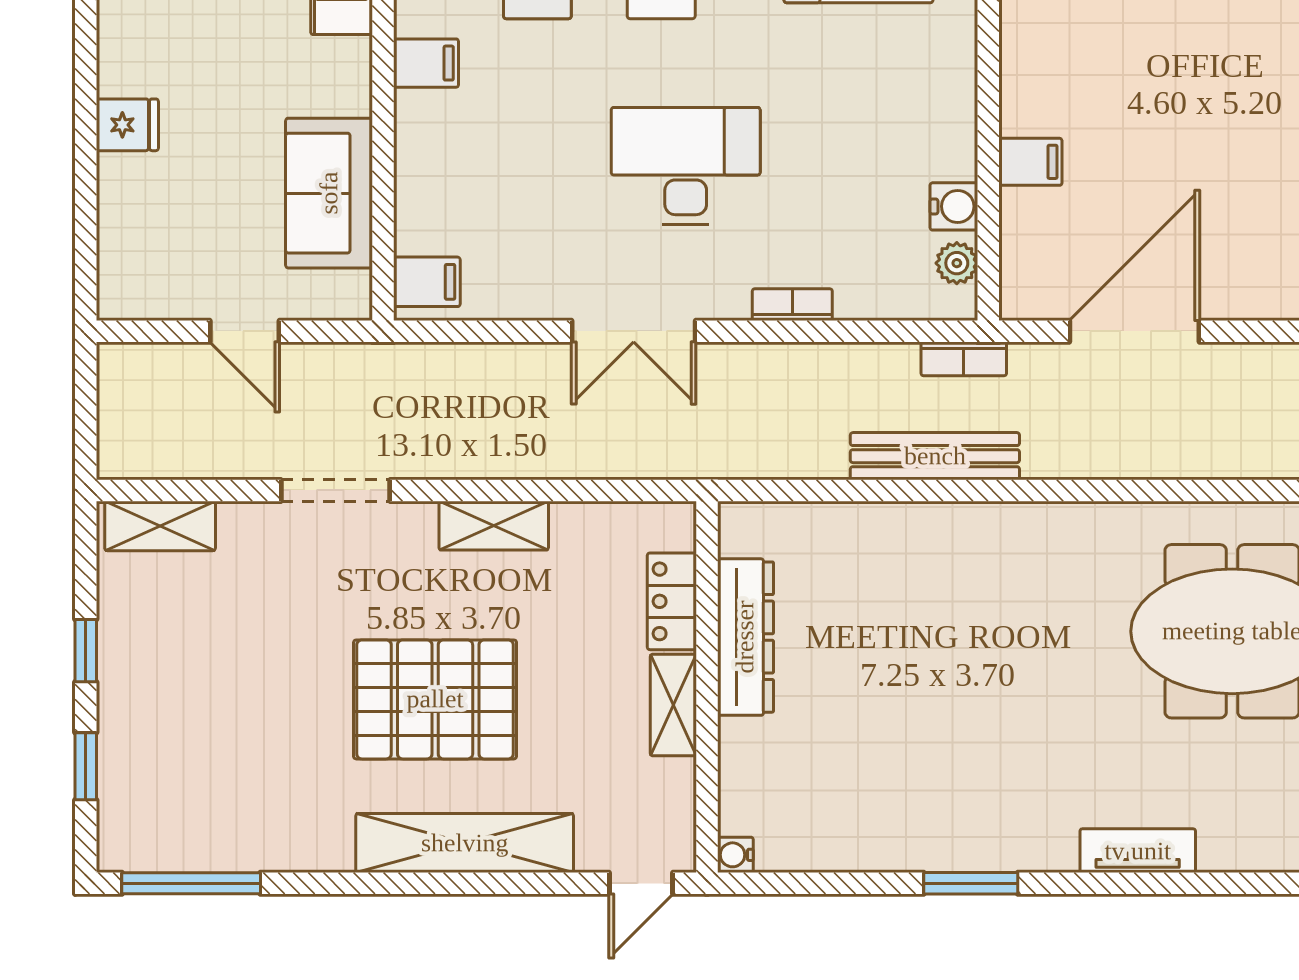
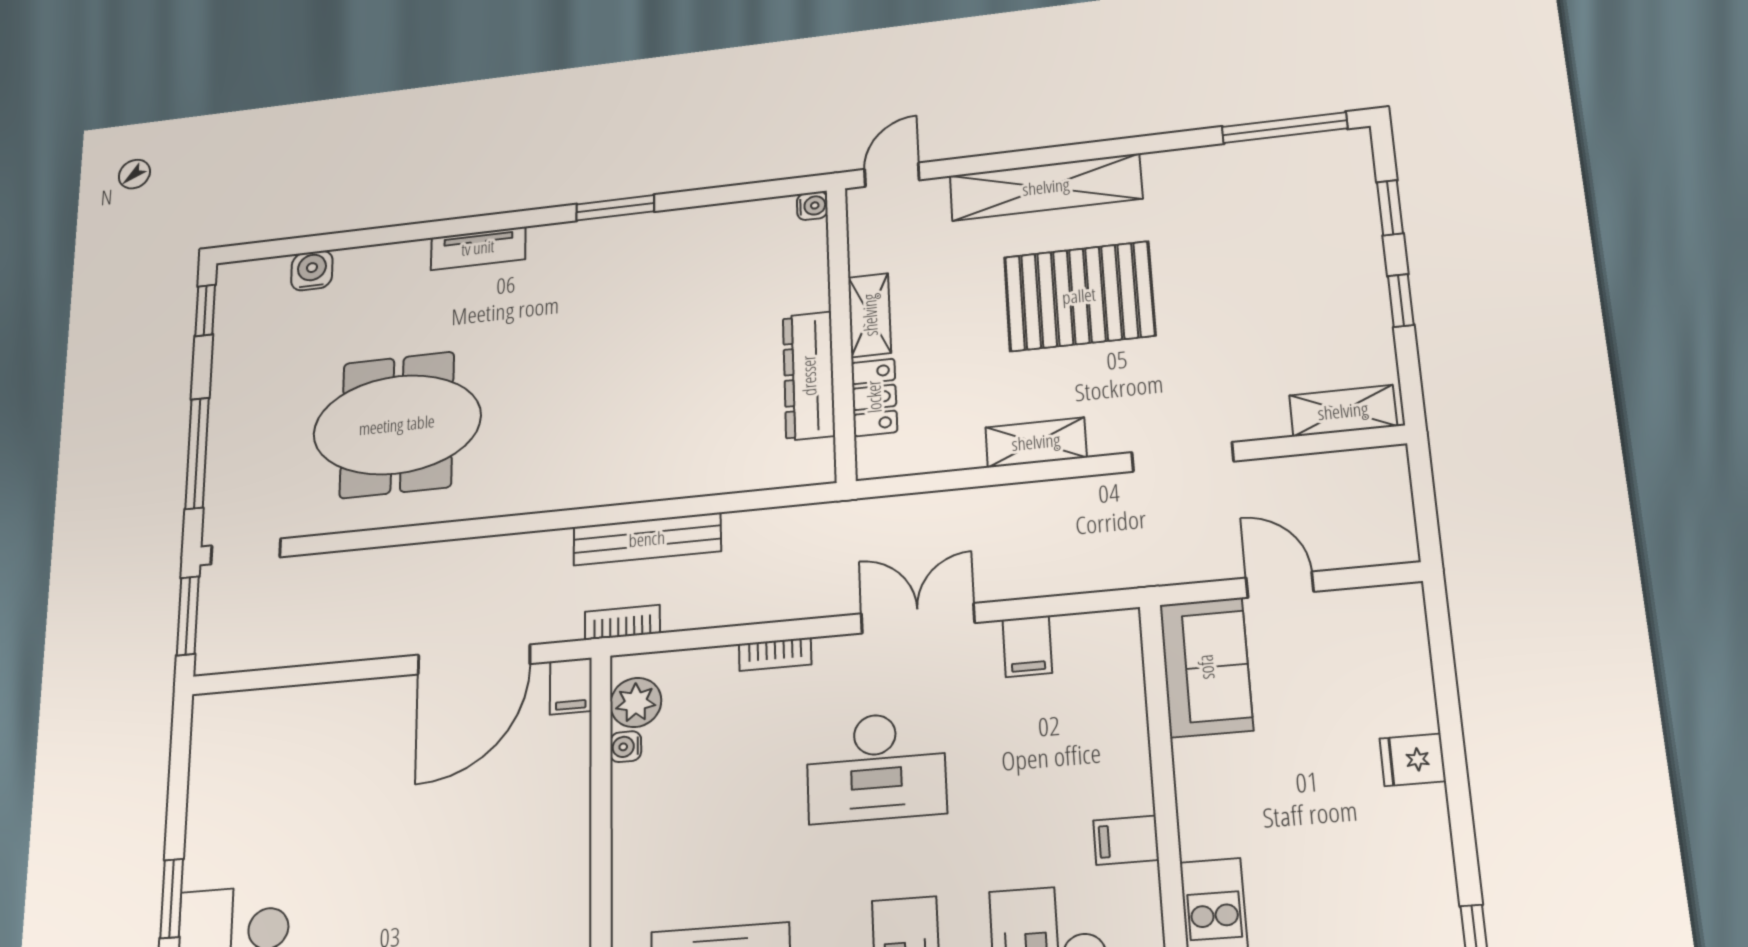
filing cabinet: (1030, 162) -> (571, 686), moved, turned -90
sofa: (329, 193) -> (1206, 667), moved
water cooler: (954, 206) -> (626, 747), width x0.72, depth x0.72
plant: (957, 263) -> (636, 702), width x1.38, depth x1.38
filing cabinet: (427, 282) -> (1027, 646), moved, turned -90

